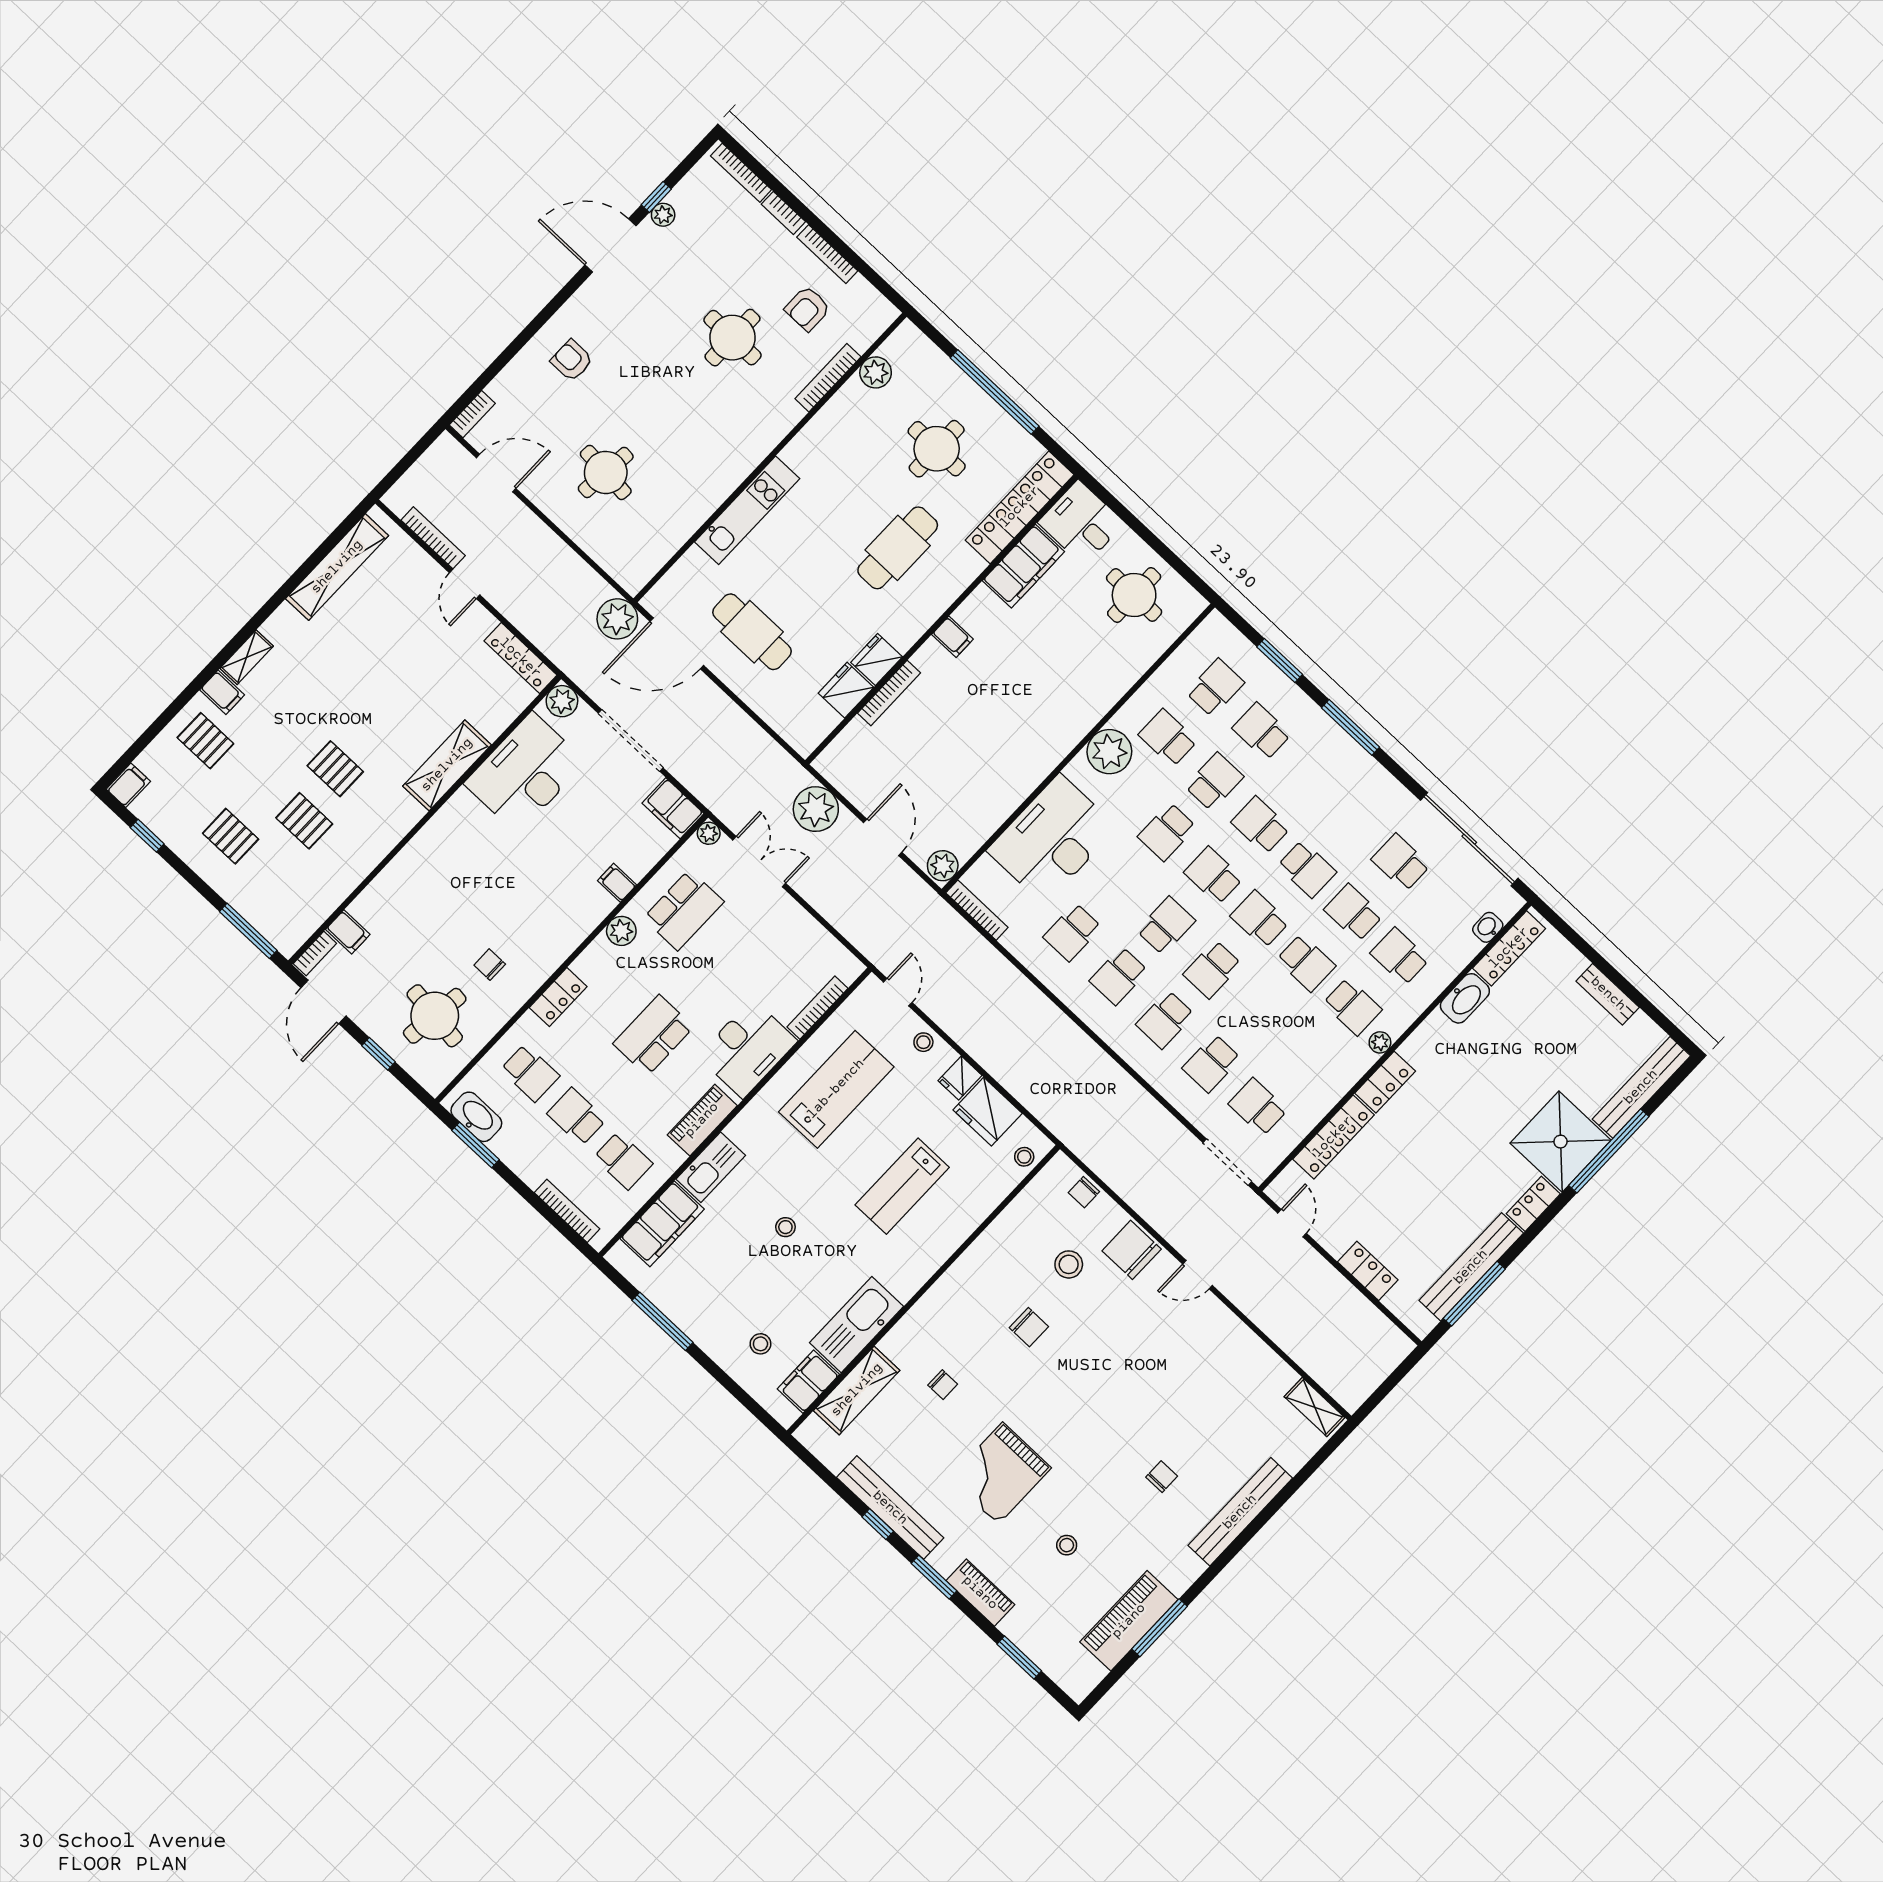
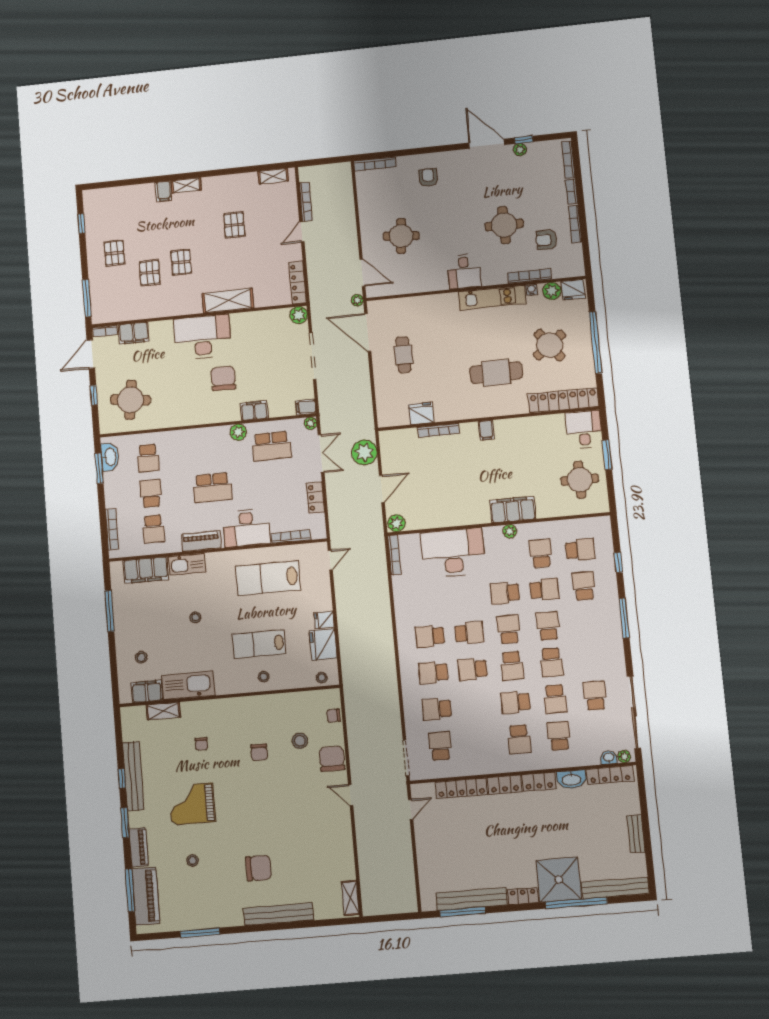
water cooler: (847, 394) -> (532, 290), added
bookcase: (472, 414) -> (375, 164), width x1.56
desk: (734, 447) -> (464, 271), added
round table: (937, 449) -> (550, 345), turned -37
door: (496, 473) -> (362, 273), moved
kitchen unit: (747, 510) -> (492, 298), moved
window: (1141, 530) -> (607, 455), added
filing cabinet: (1023, 566) -> (513, 510), moved, turned 180
shelving: (337, 567) -> (273, 176), width x0.45, depth x0.75
plant: (617, 619) -> (357, 300), width x0.53, depth x0.53
cafe table: (752, 632) -> (403, 355), width x0.73, depth x0.74
fridge: (877, 660) -> (573, 290), moved, turned 180
window: (1280, 661) -> (618, 562), width x0.67
pallet: (205, 741) -> (234, 225), moved
plant: (1109, 752) -> (510, 531), width x0.53, depth x0.53
desk: (525, 773) -> (202, 337), moved
filing cabinet: (128, 785) -> (92, 196), removed
filing cabinet: (673, 808) -> (306, 407), width x0.50
filing cabinet: (617, 883) -> (254, 411), width x2.00
school desk: (1353, 913) -> (555, 699), turned 180
school desk: (1260, 919) -> (512, 666), turned 180
filing cabinet: (348, 932) -> (134, 333), width x2.00
school desk: (1072, 932) -> (427, 600), removed
school desk: (1306, 963) -> (516, 702), turned 90
chair: (490, 965) -> (223, 378), moved, width x1.87, depth x1.87
locker: (558, 997) -> (315, 497), moved, turned 90
school desk: (653, 1035) -> (213, 488), turned 180
stool: (923, 1042) -> (264, 677), moved
plant: (1380, 1042) -> (624, 756), moved
lab bench: (836, 1089) -> (268, 578), turned 180
locker: (1368, 1271) -> (539, 782), moved, turned 90
shelving: (857, 1390) -> (163, 711), width x0.67, depth x0.75
chair: (1162, 1477) -> (258, 868), width x1.87, depth x1.87
piano: (1129, 1621) -> (146, 896), moved, turned 90
window: (1019, 1657) -> (130, 890), width x1.44

